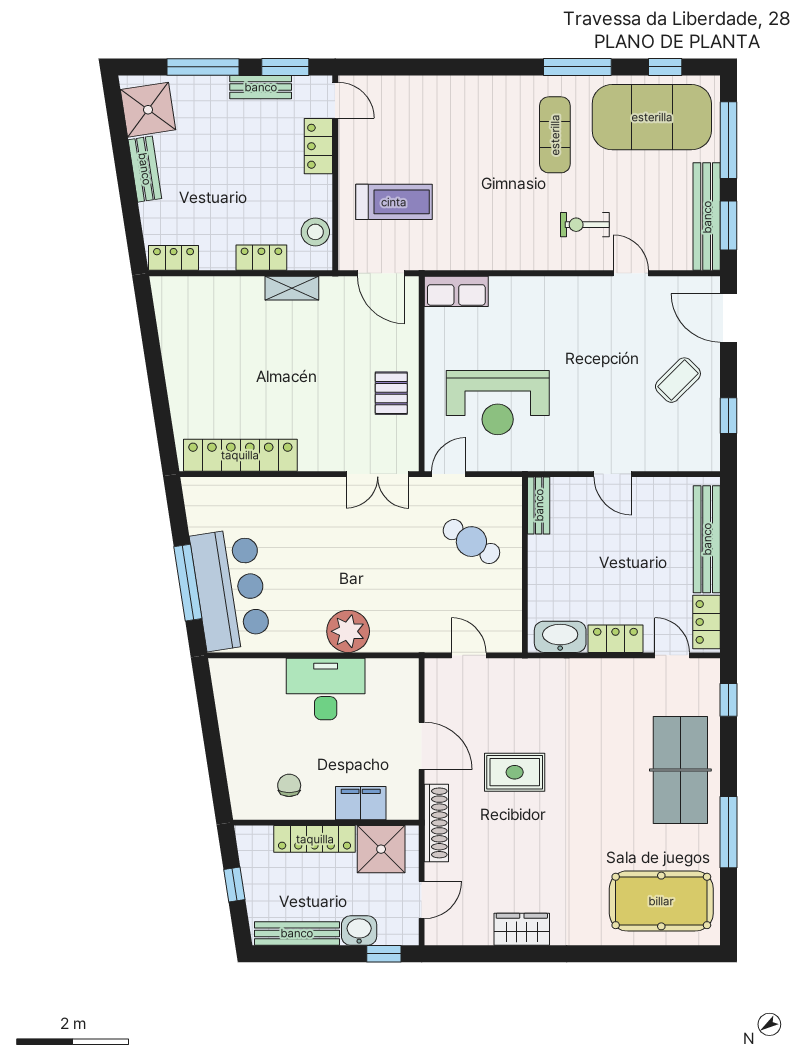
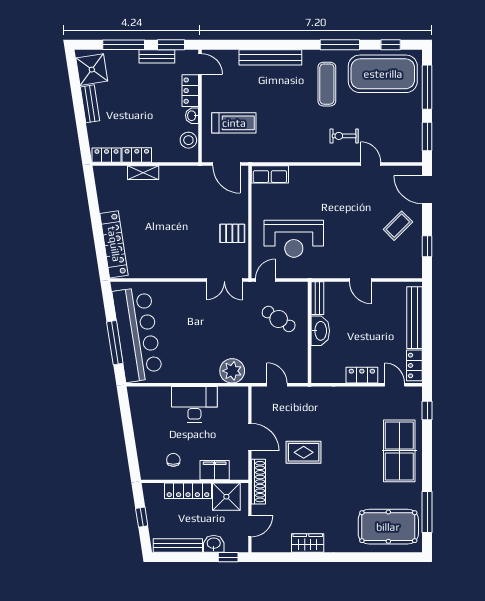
washbasin: (322, 190) -> (192, 116), added
bench: (707, 217) -> (270, 57), moved, turned 90
locker: (261, 258) -> (137, 155), moved
shelving: (292, 288) -> (143, 173), moved
pallet: (391, 393) -> (232, 233), turned 90
locker: (240, 455) -> (114, 244), moved, turned 81
bar counter: (230, 589) -> (137, 334), width x1.36
plant: (348, 631) -> (232, 371), moved
washbasin: (560, 637) -> (320, 331), moved, turned 90
window: (728, 832) -> (427, 512), moved

